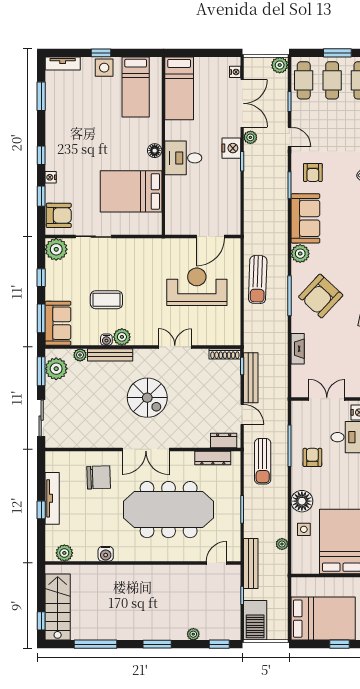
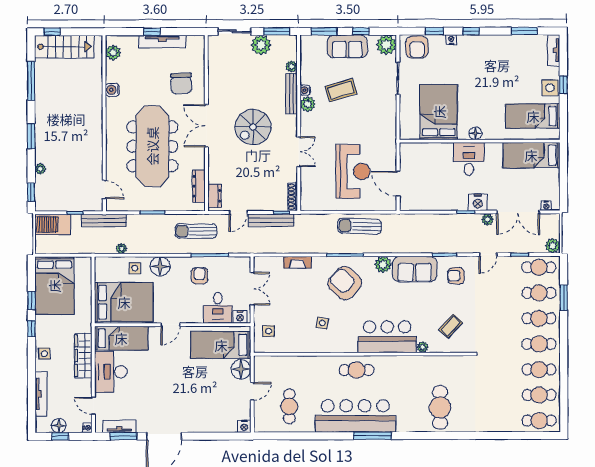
coffee table: (106, 300) -> (341, 90), turned 73
sofa: (58, 323) -> (347, 46), moved
plant: (56, 369) -> (261, 45), moved
armchair: (312, 457) -> (200, 276), turned -90

